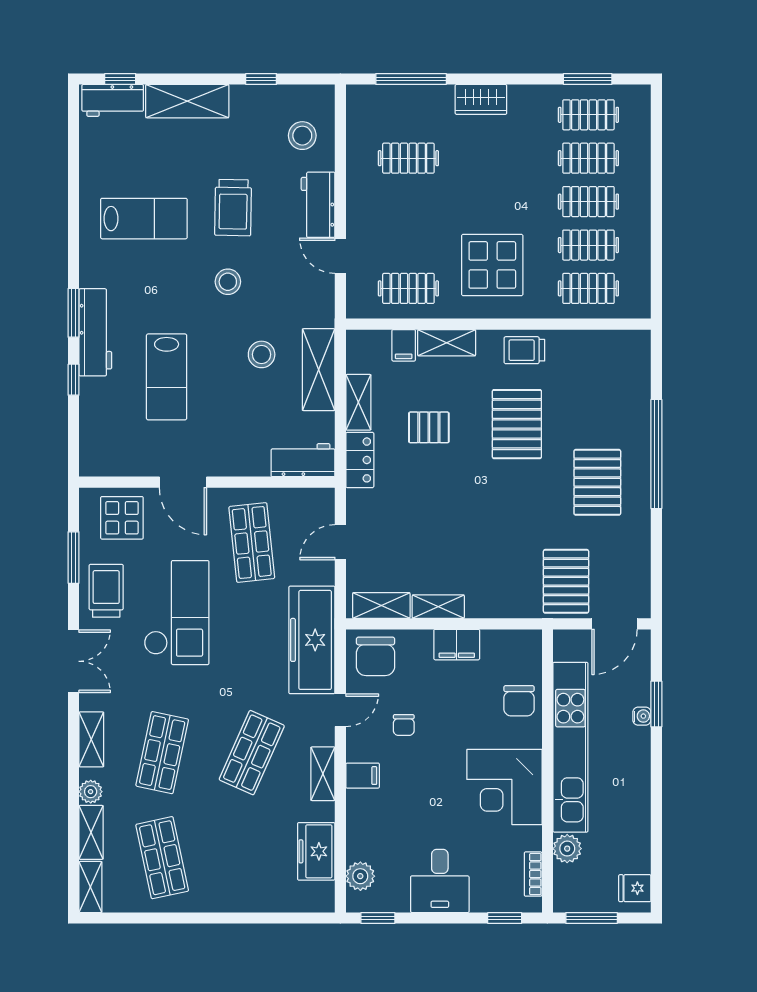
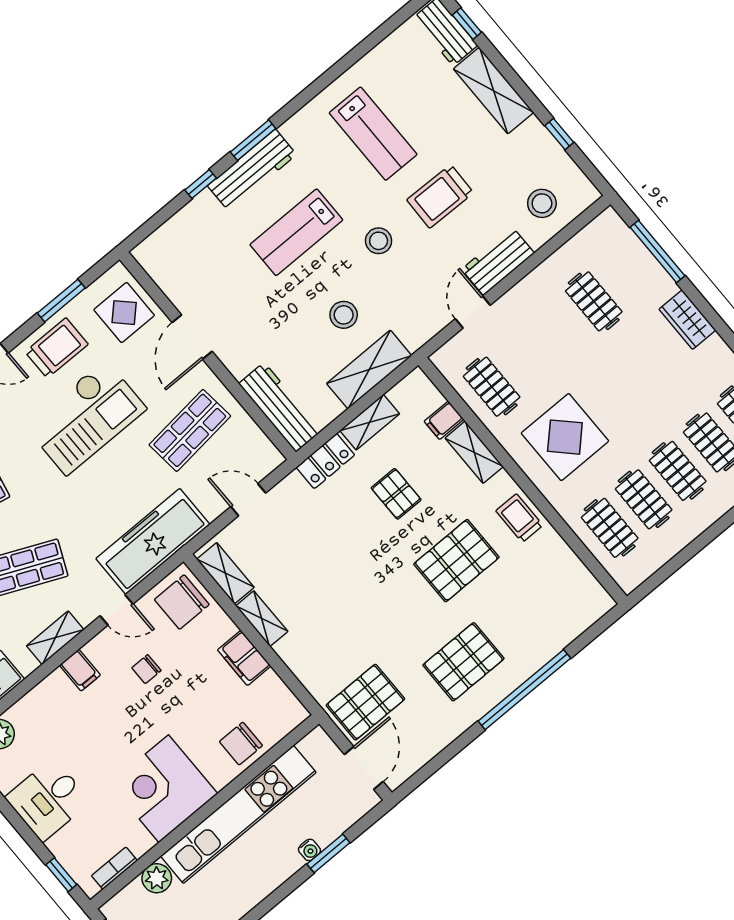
lab bench: (167, 377) -> (296, 232), moved
workbench: (303, 460) -> (280, 407), width x1.38
door: (614, 624) -> (364, 768), swing flipped

